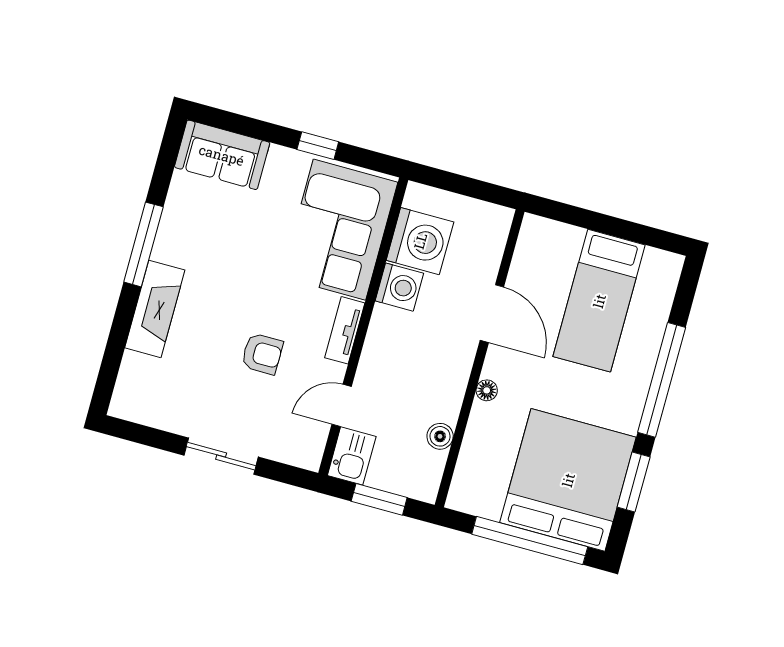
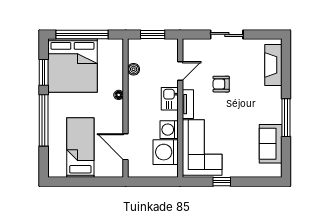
sofa: (222, 155) -> (271, 144), moved, turned -90
fireplace: (155, 309) -> (273, 65), moved
door: (492, 314) -> (126, 147), moved
kitchen sink: (352, 456) -> (170, 99), moved

